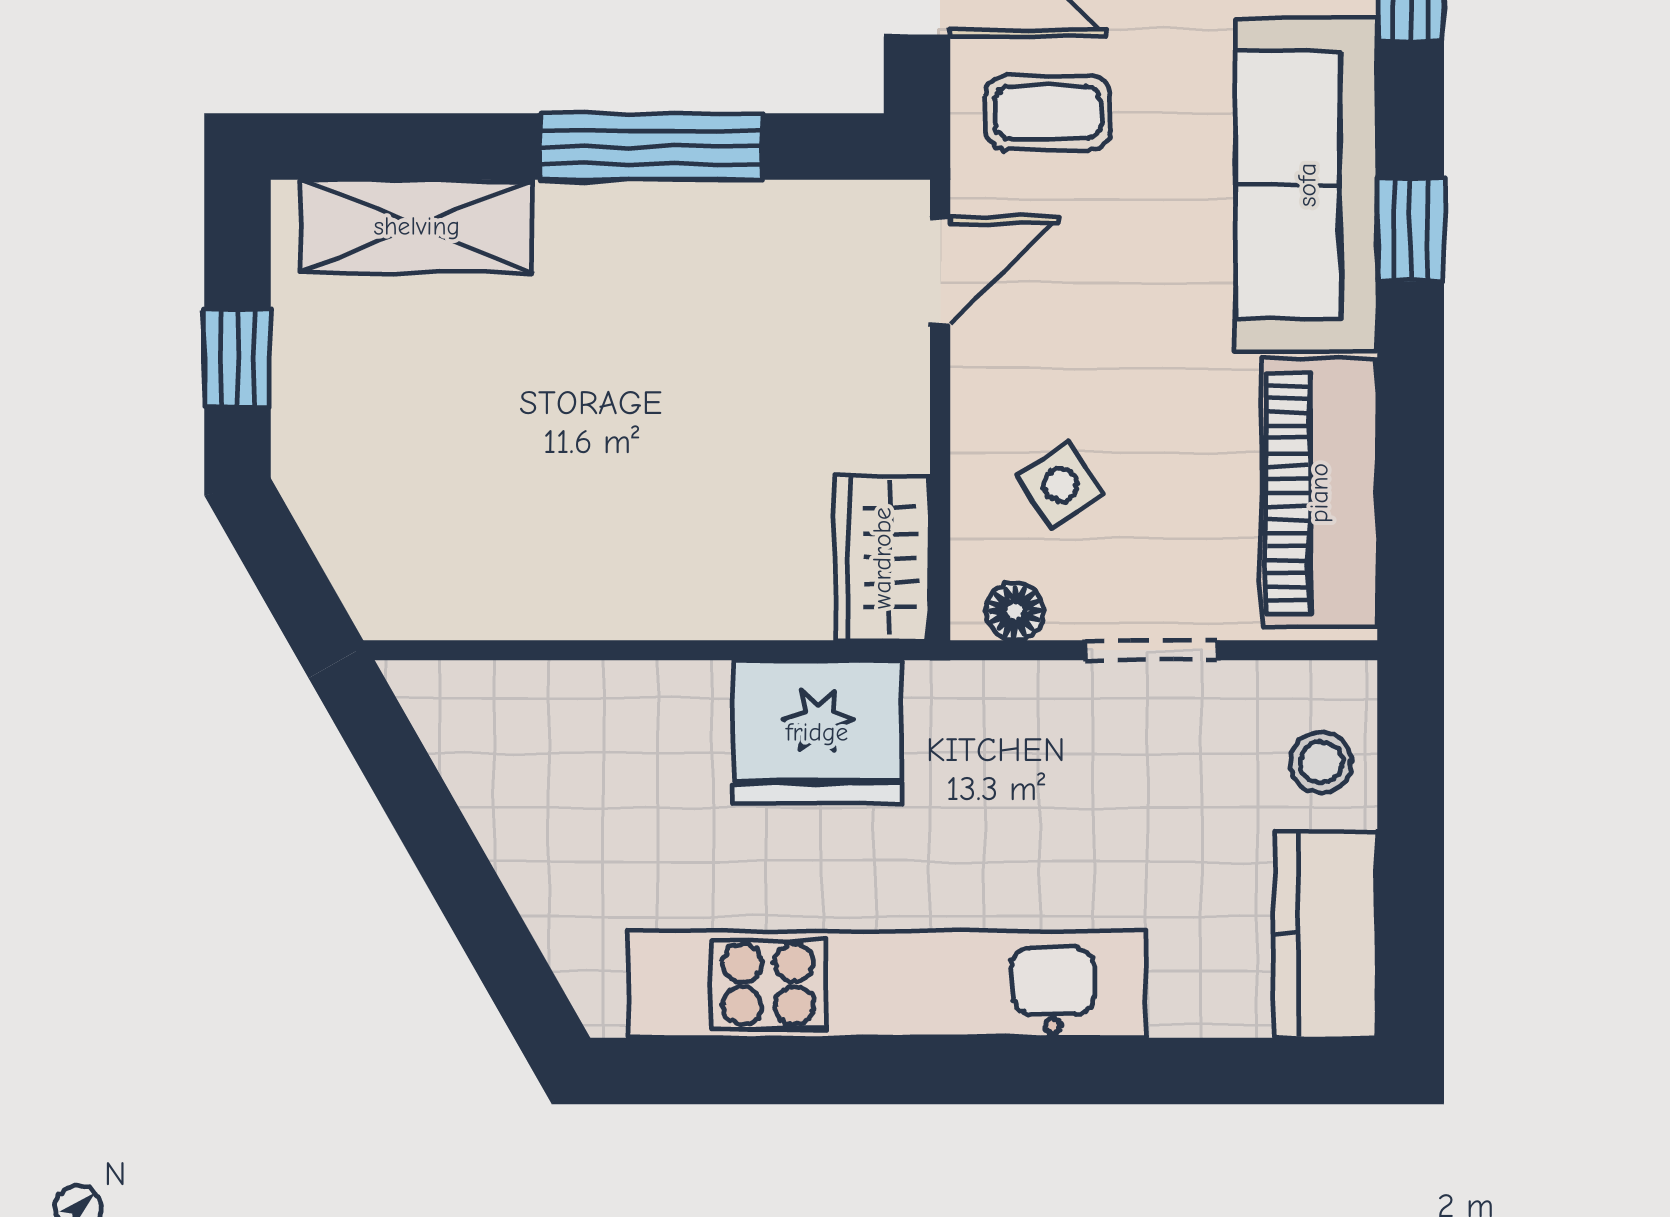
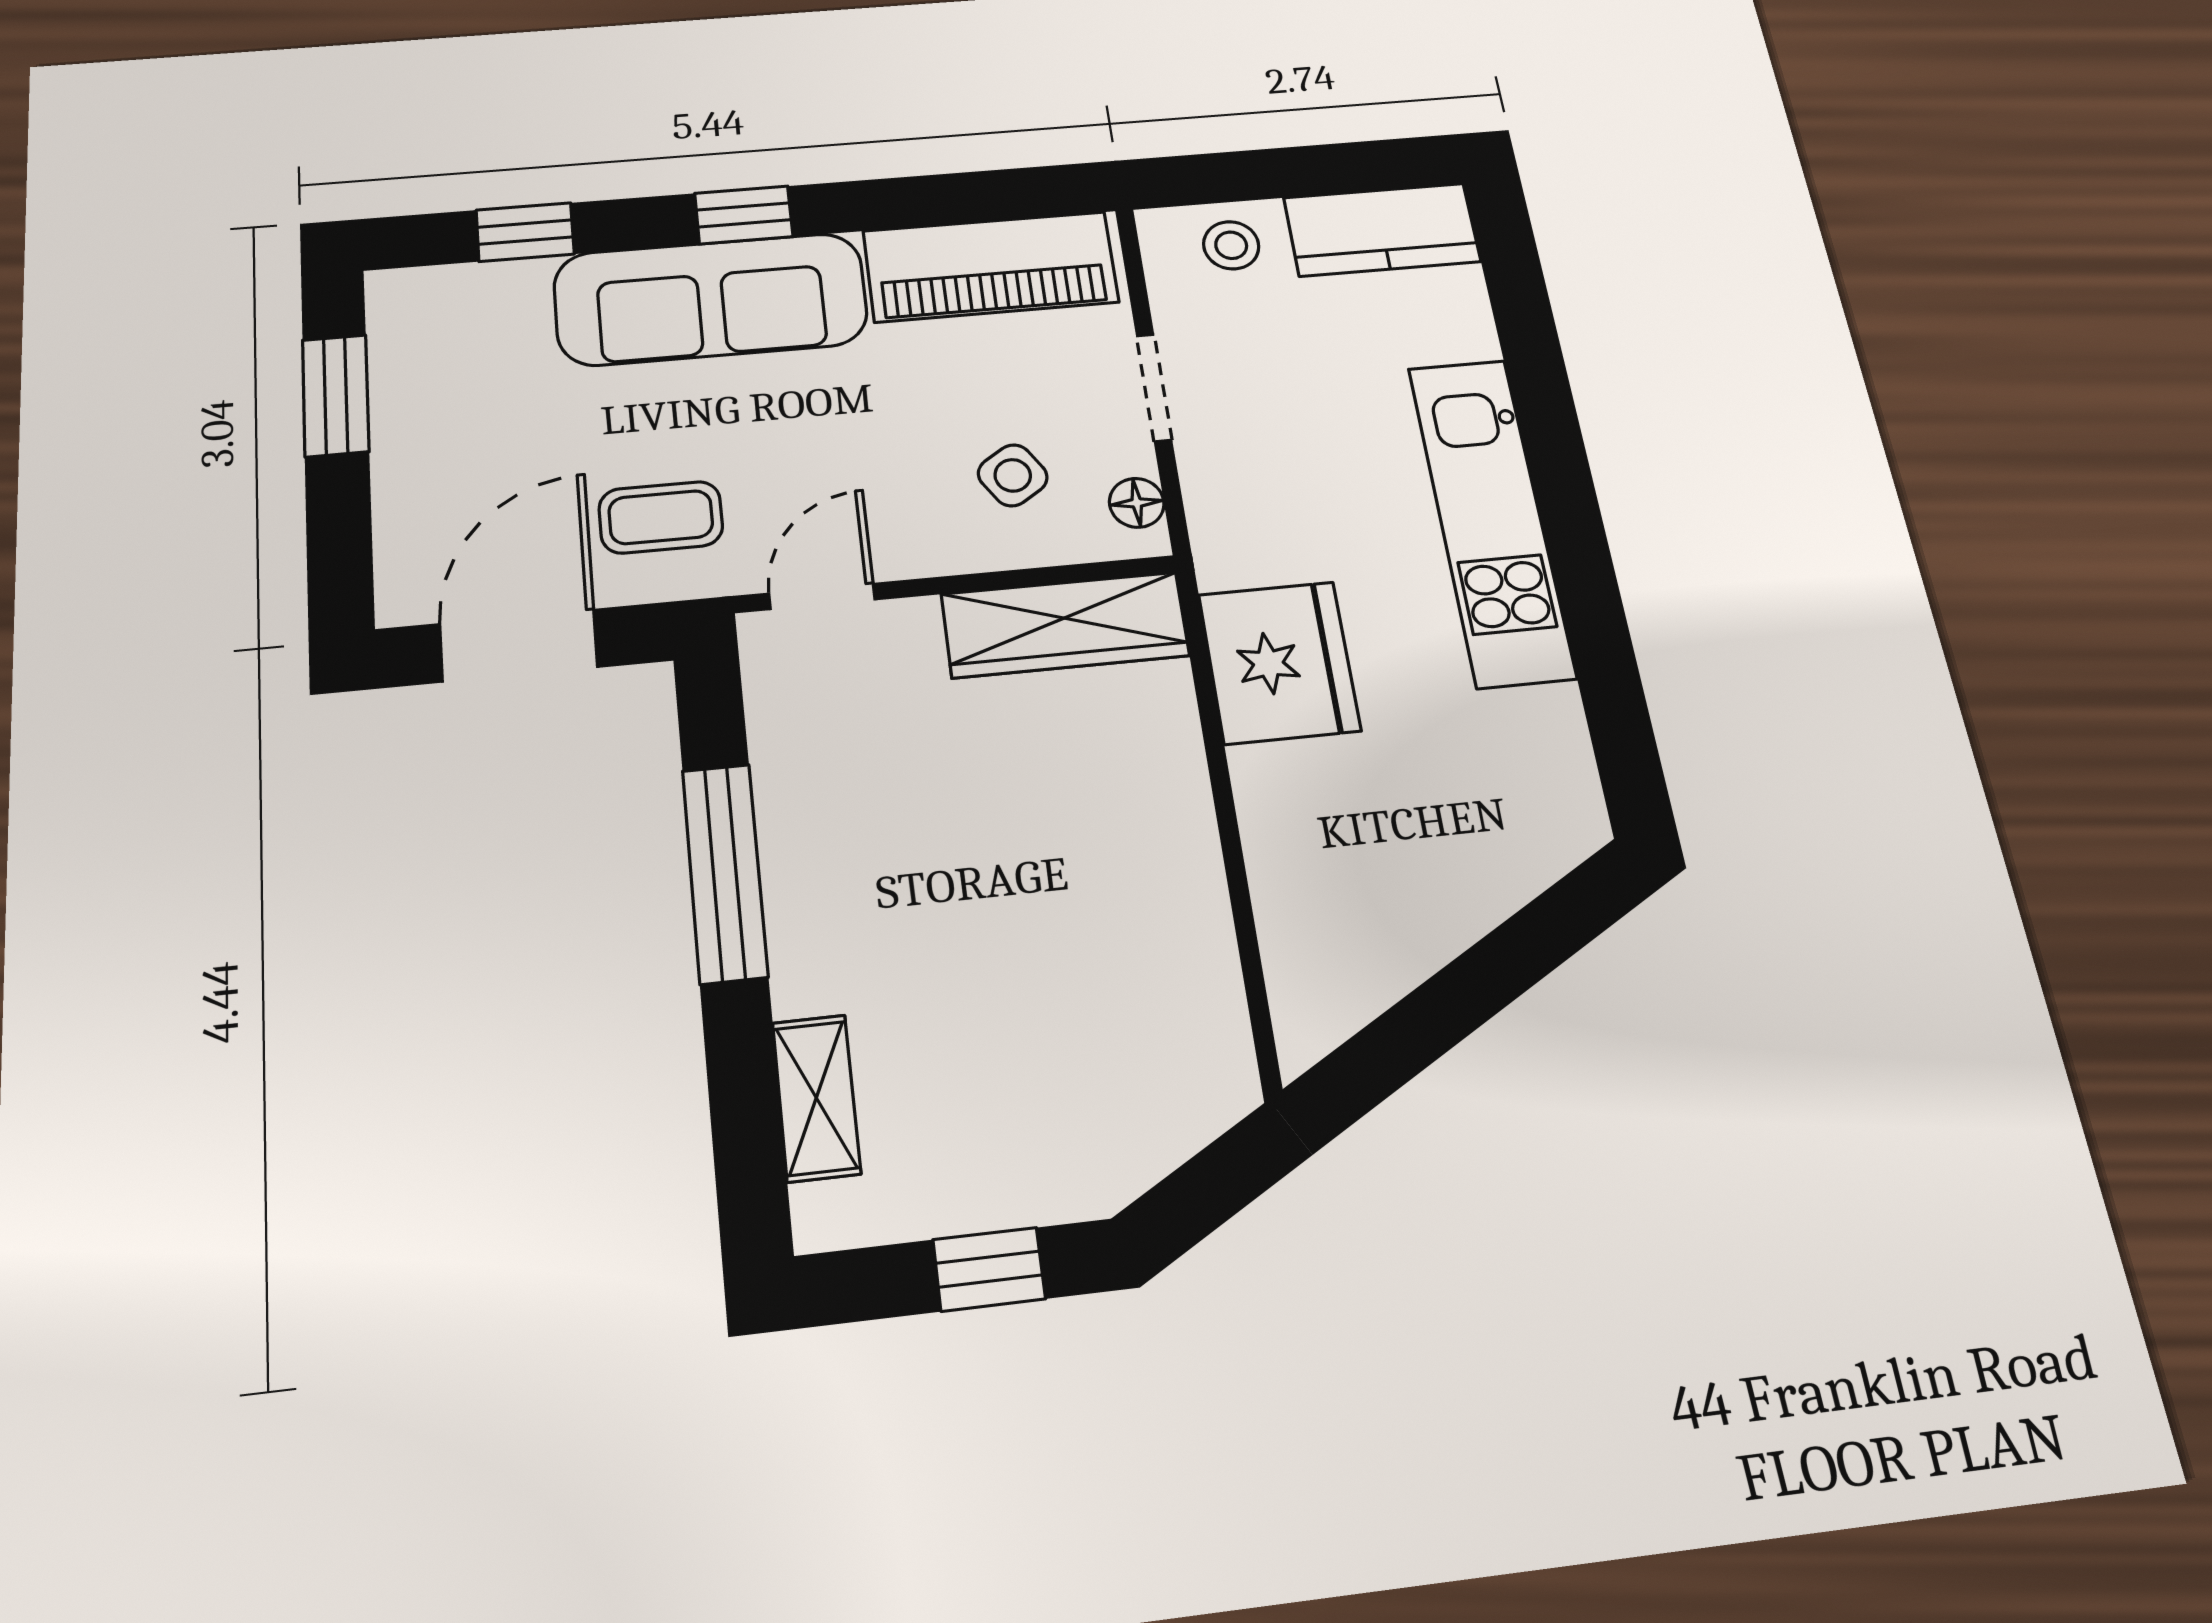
coffee table: (1048, 112) -> (661, 517), turned 90
shelving: (417, 226) -> (816, 1098), width x0.67, depth x0.75
door: (940, 271) -> (822, 596), hinge flipped
wardrobe: (882, 558) -> (1065, 625), width x1.50
kitchen unit: (887, 984) -> (1491, 520), width x0.73

